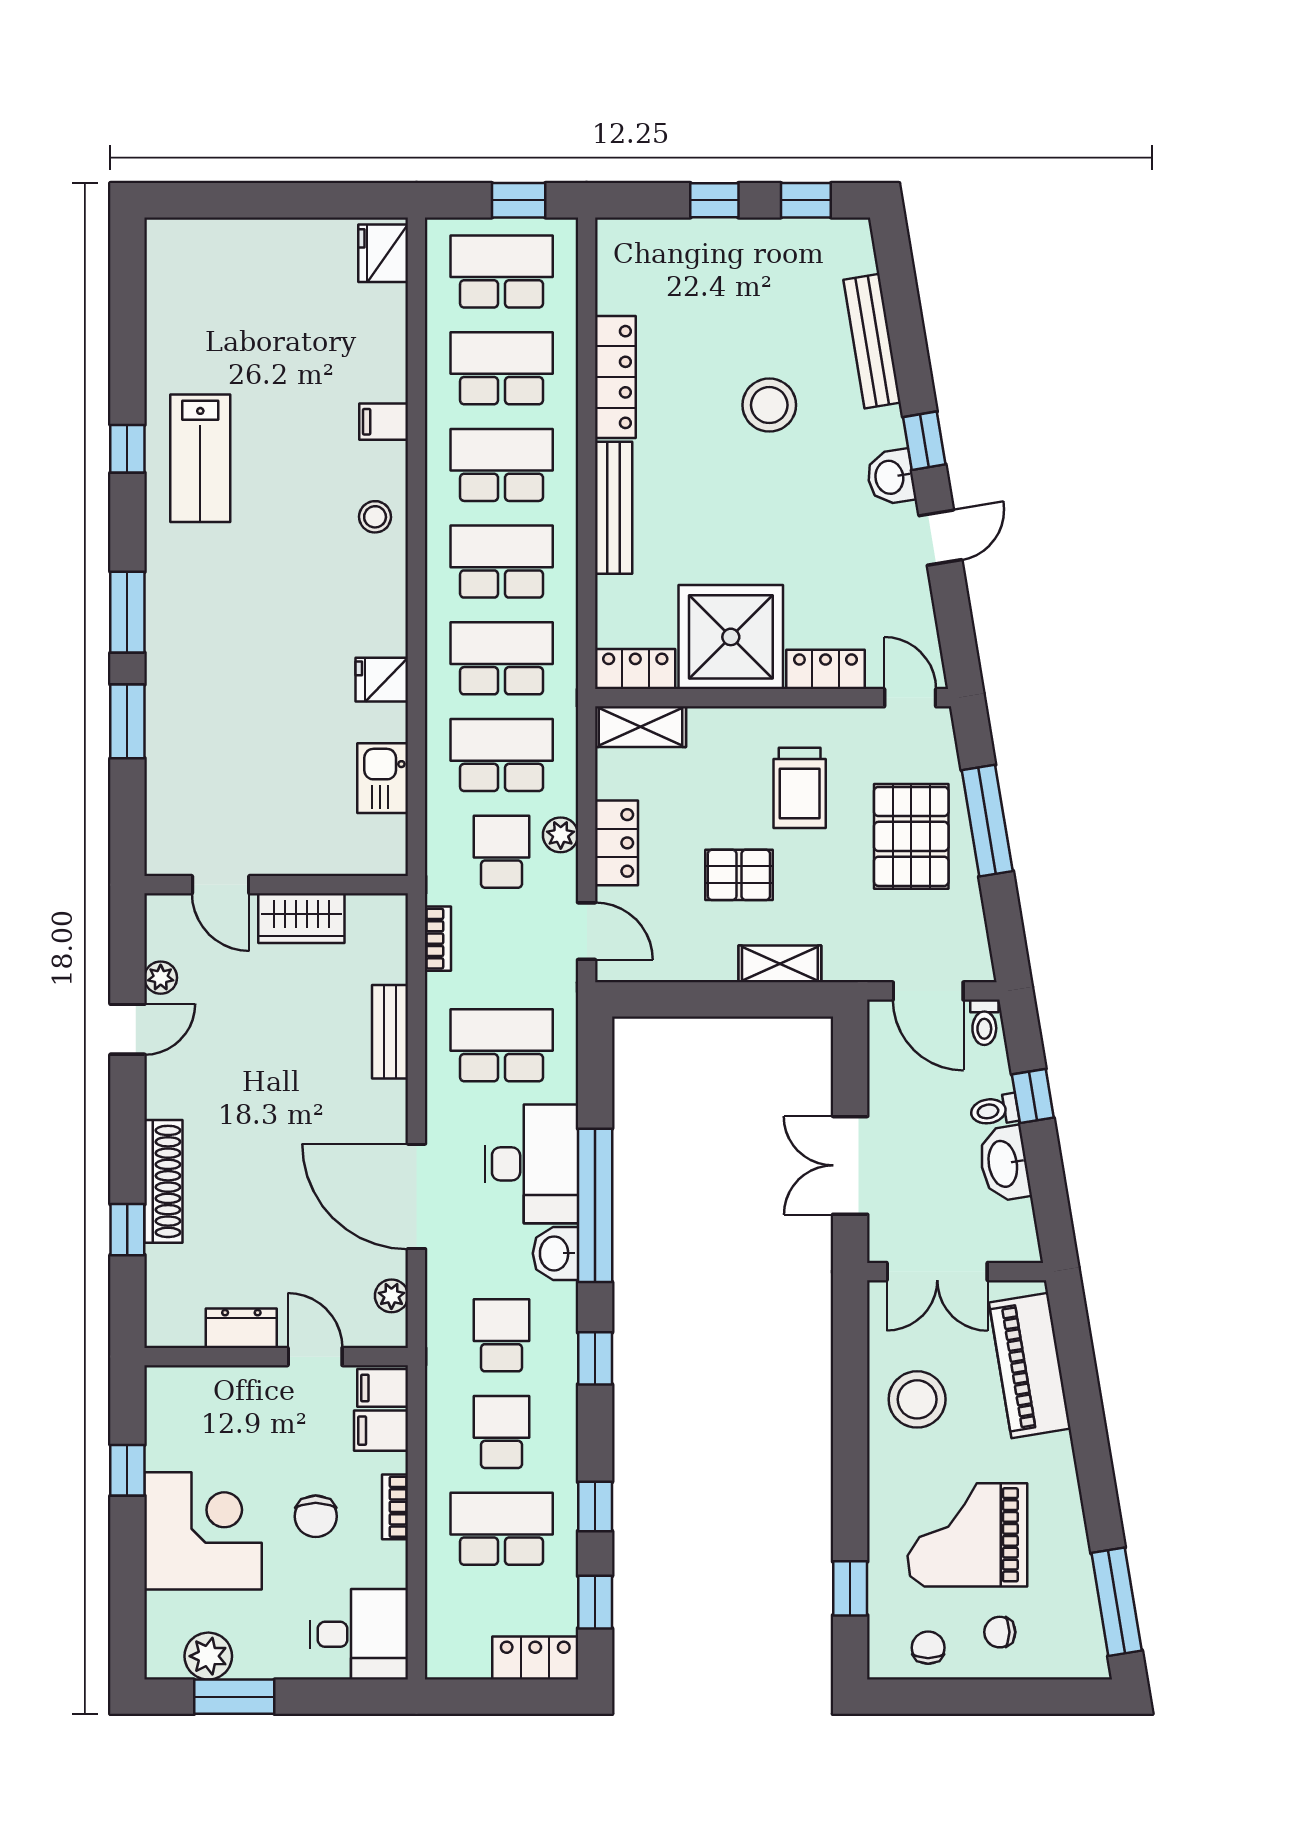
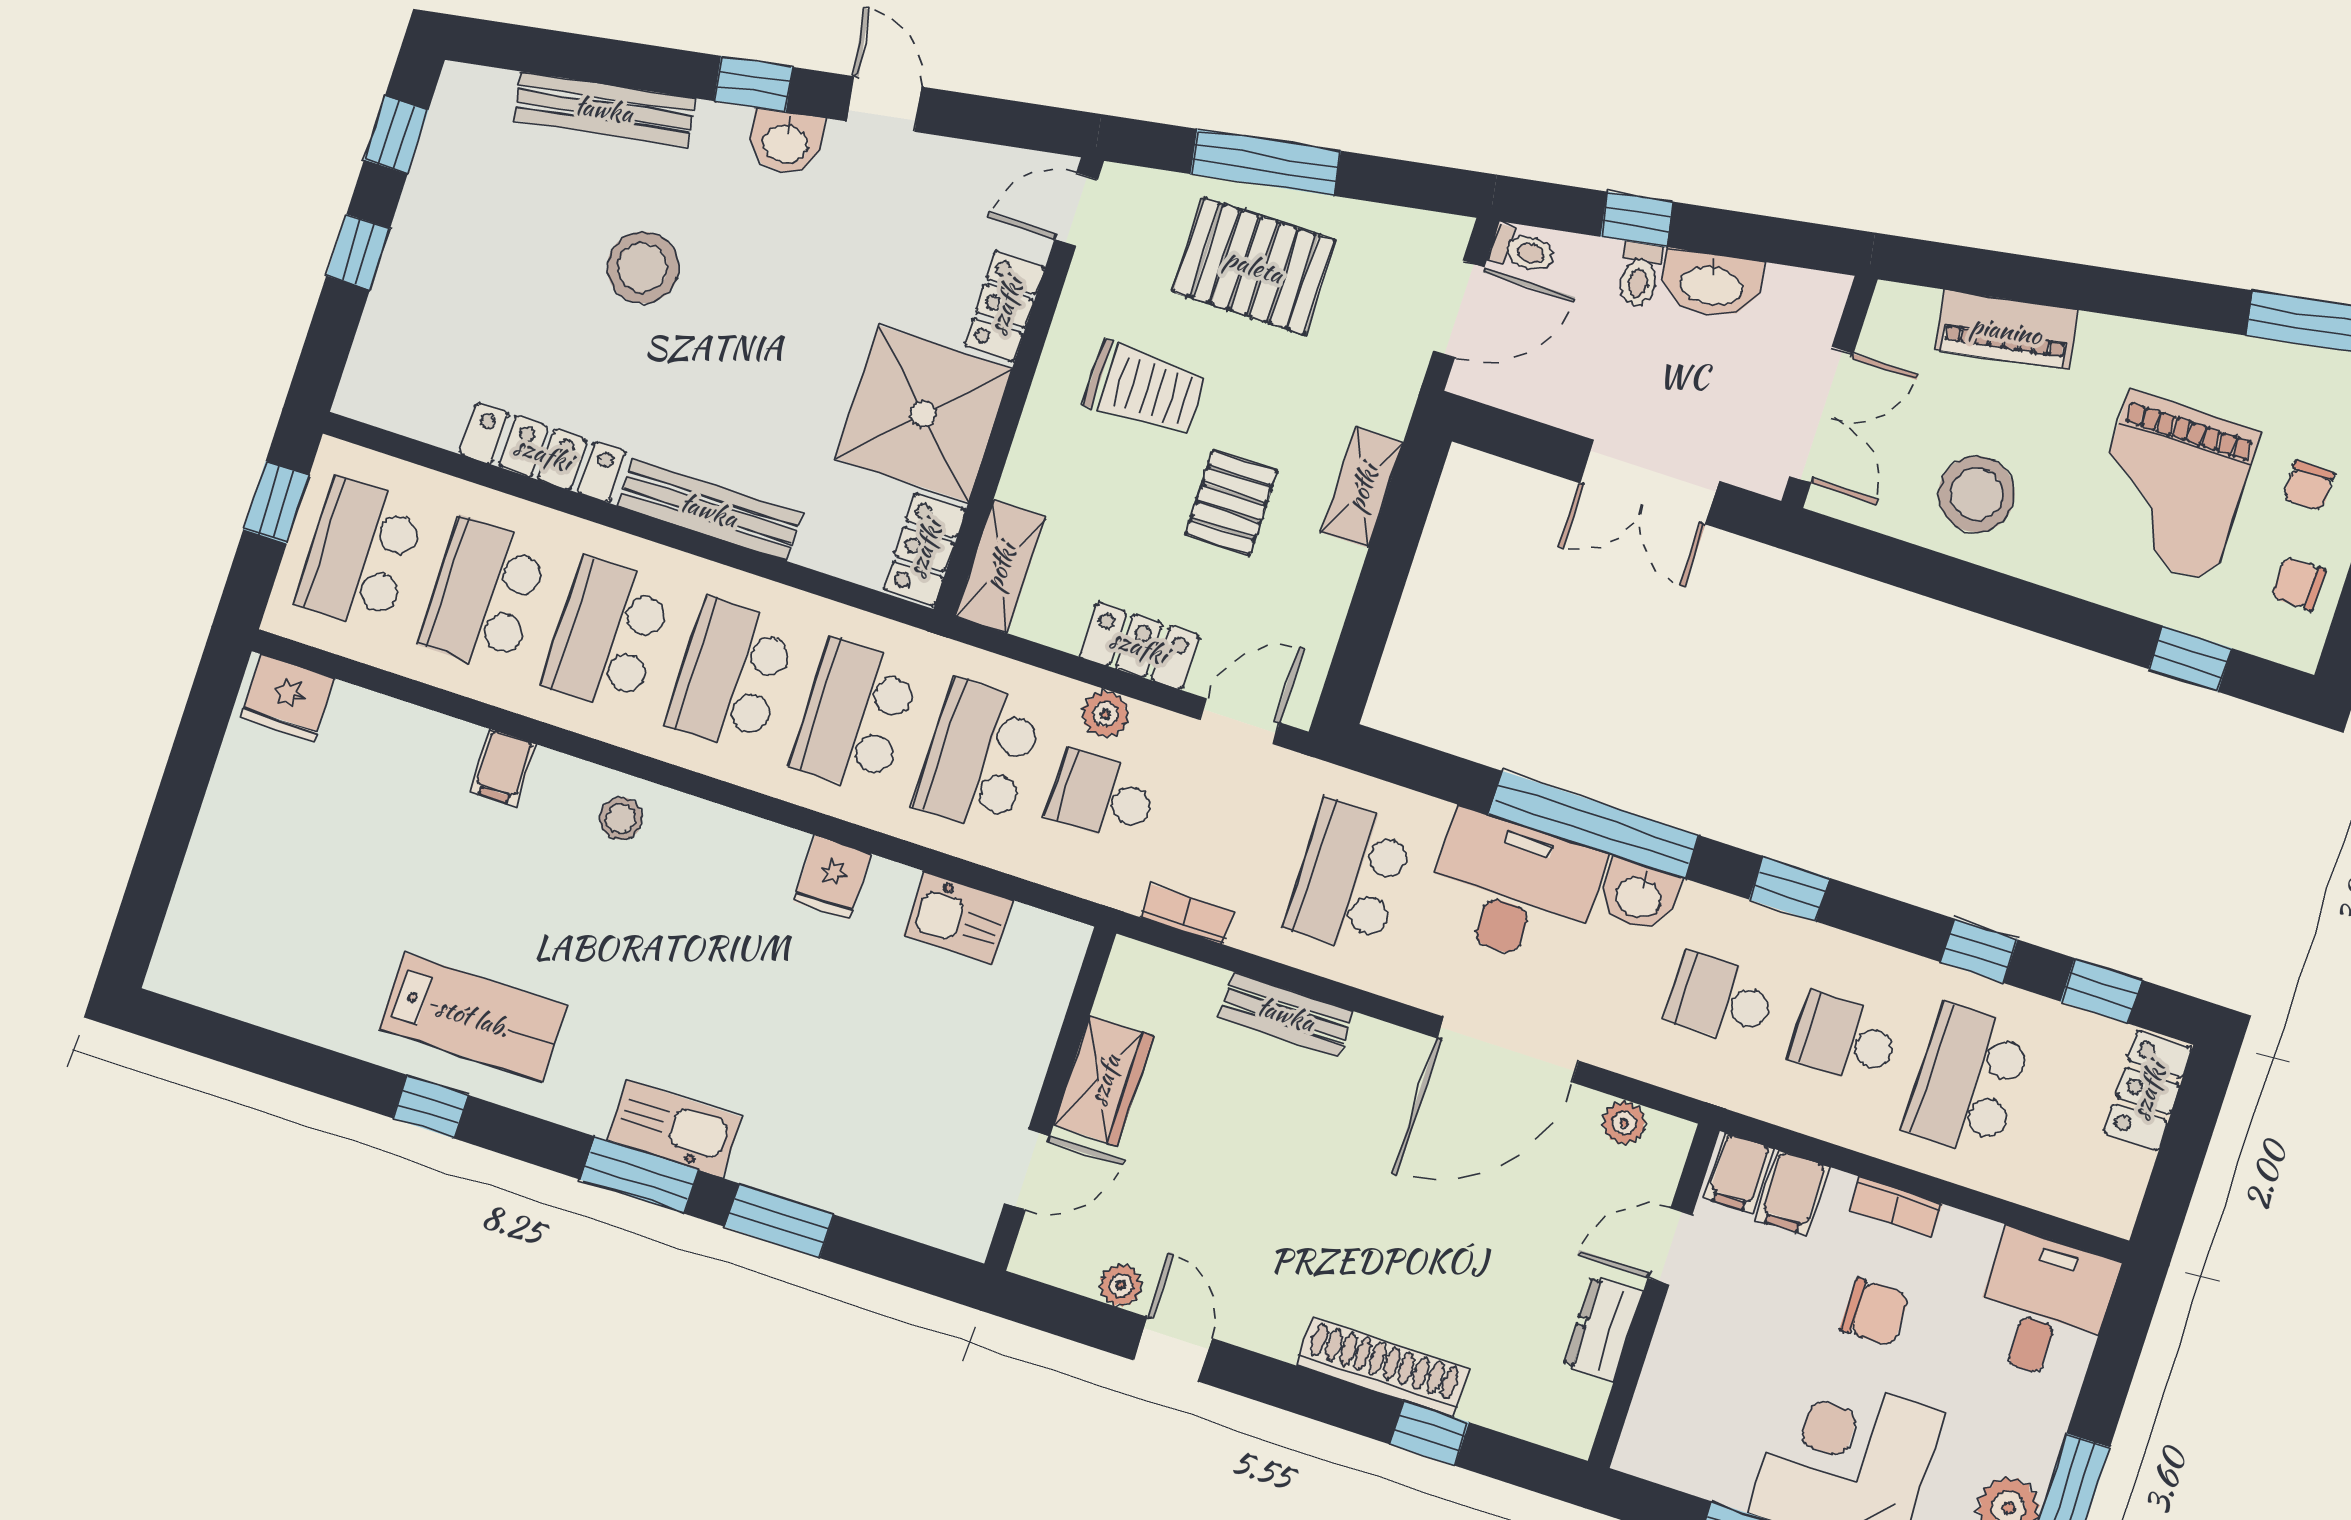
kitchen sink: (168, 626) -> (674, 1129), added
piano: (1030, 1365) -> (2006, 330), width x0.73, depth x0.75

